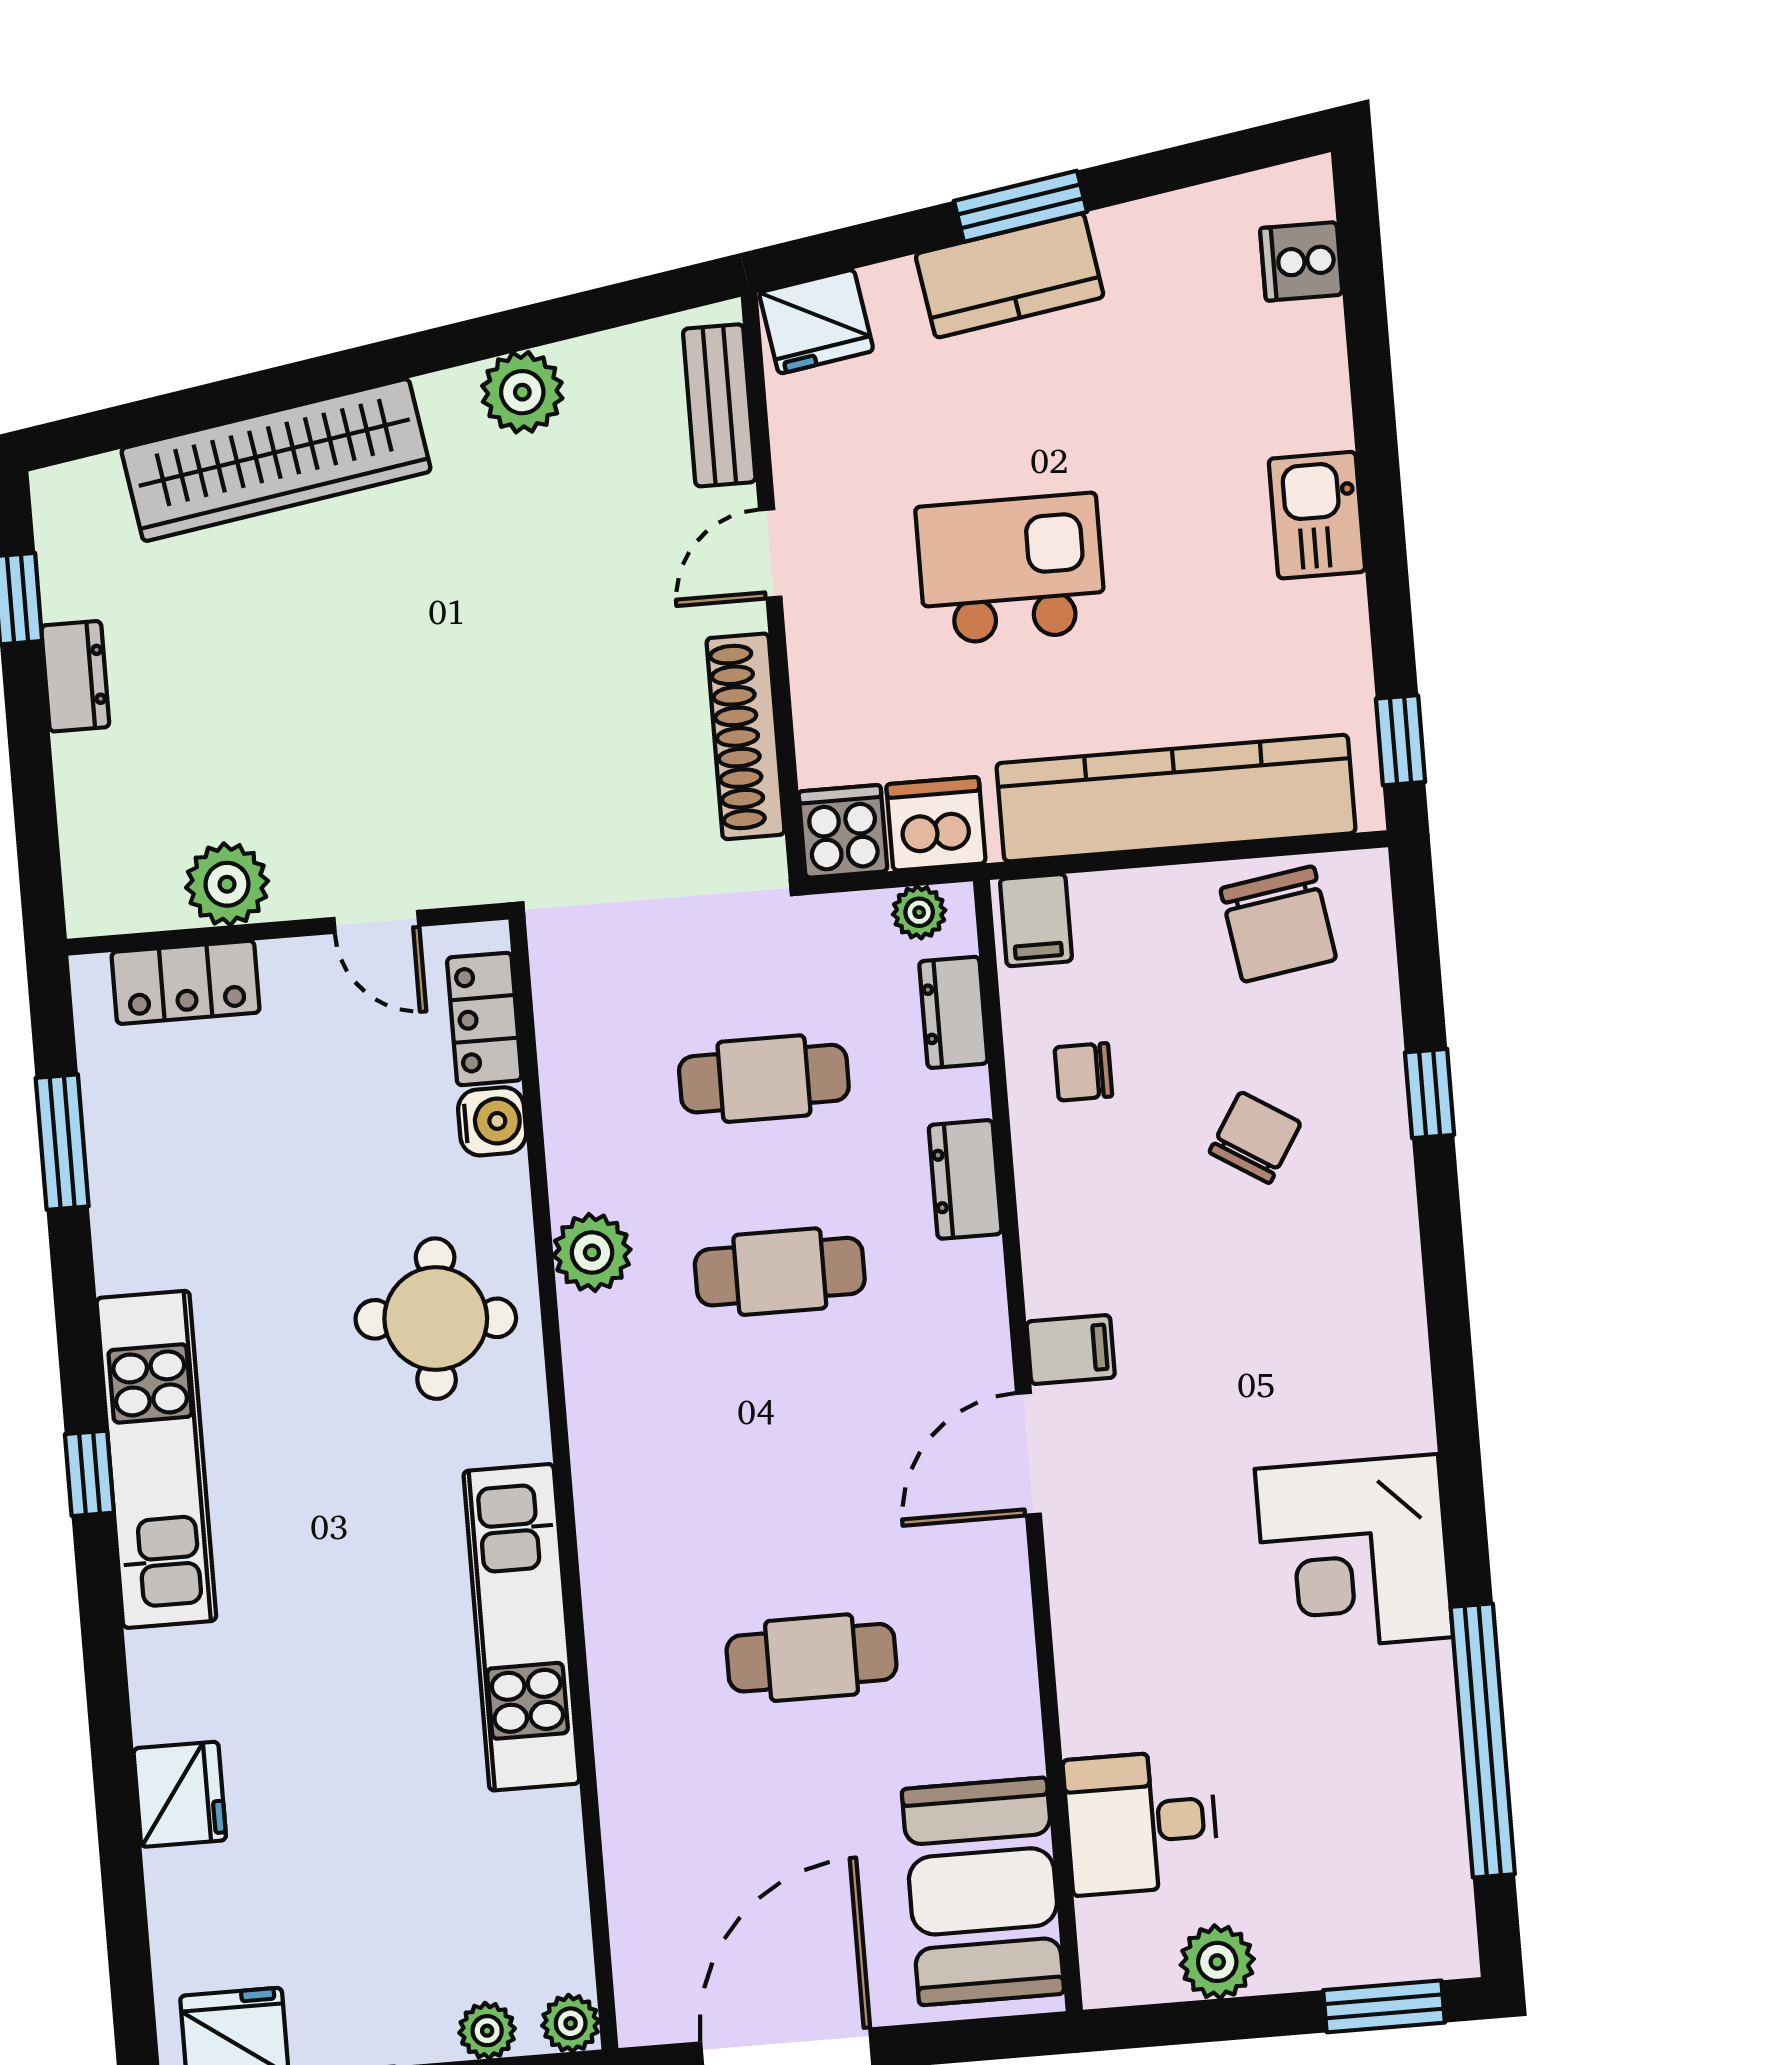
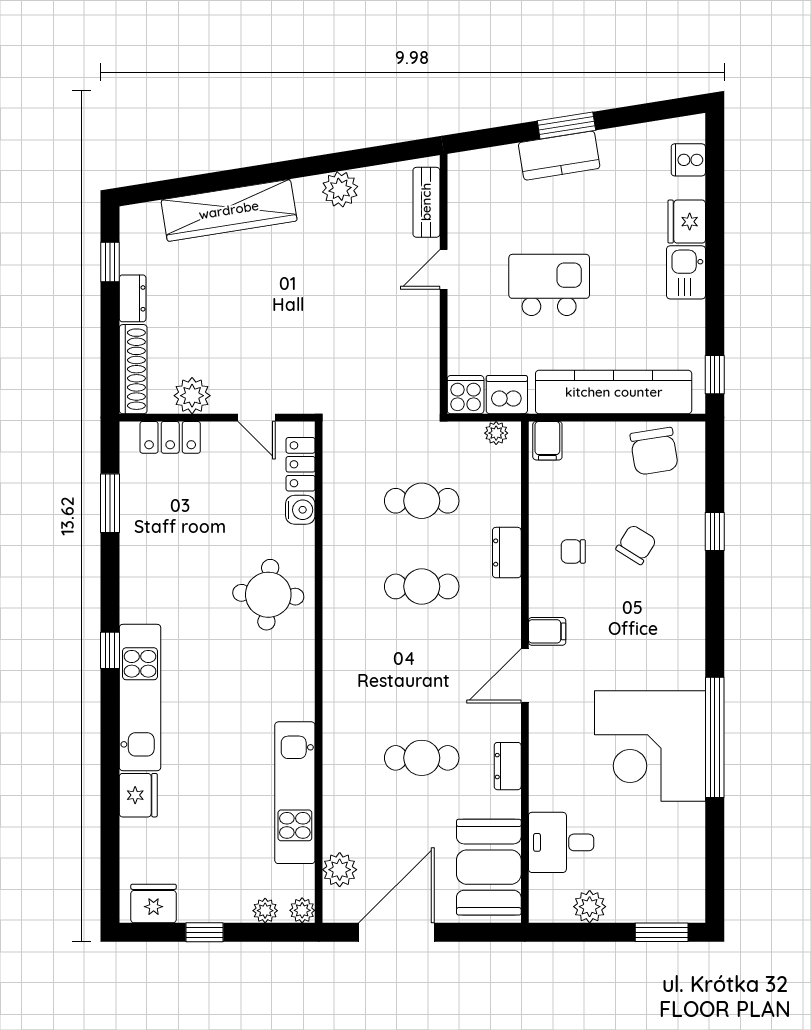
fridge: (816, 322) -> (687, 222), moved, turned 99
shoe rack: (746, 736) -> (133, 369), moved, turned 180
dresser: (953, 1012) -> (508, 766), moved
chair: (1083, 1072) -> (573, 551), moved
plant: (592, 1253) -> (340, 870), moved
kitchen unit: (156, 1459) -> (140, 697), moved
corner desk: (1354, 1553) -> (650, 746), width x1.36, depth x1.36
kitchen unit: (521, 1627) -> (295, 793), moved
window: (1483, 1741) -> (715, 737), moved

